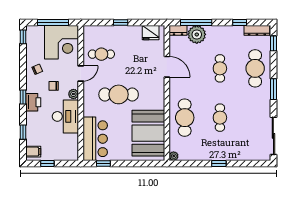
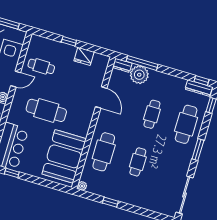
window: (240, 23) -> (202, 81), moved
fridge: (151, 33) -> (84, 56), moved
window: (219, 163) -> (110, 202), moved

